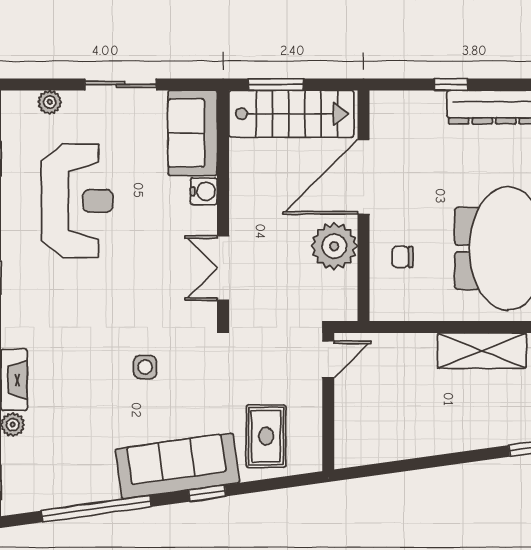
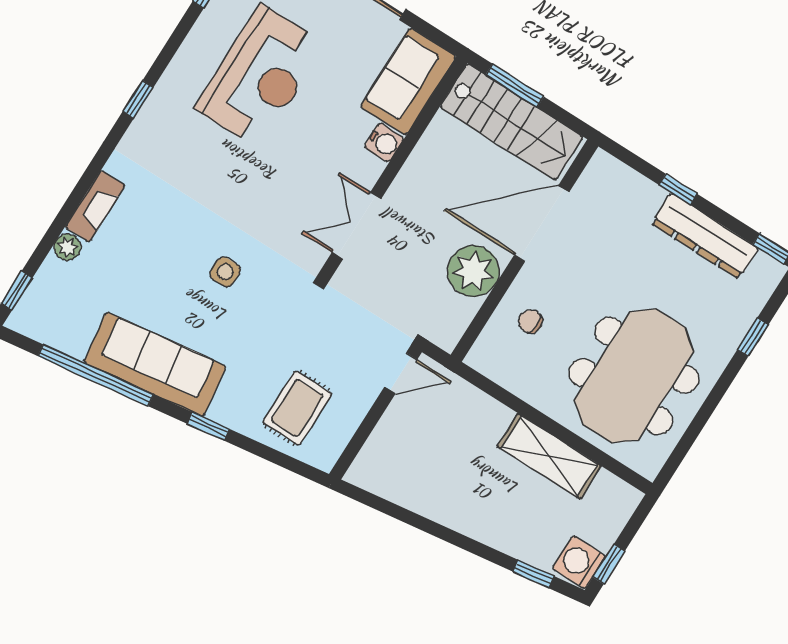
sofa: (177, 466) -> (155, 364), moved

